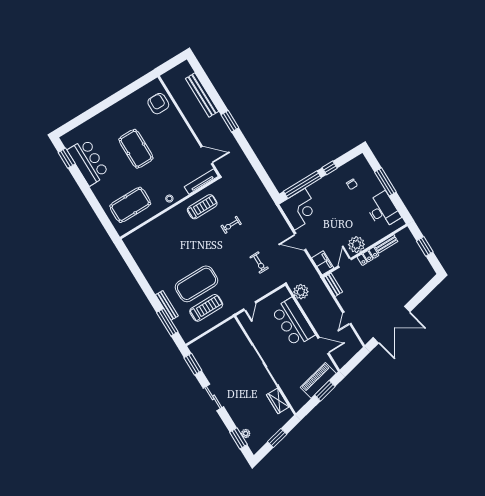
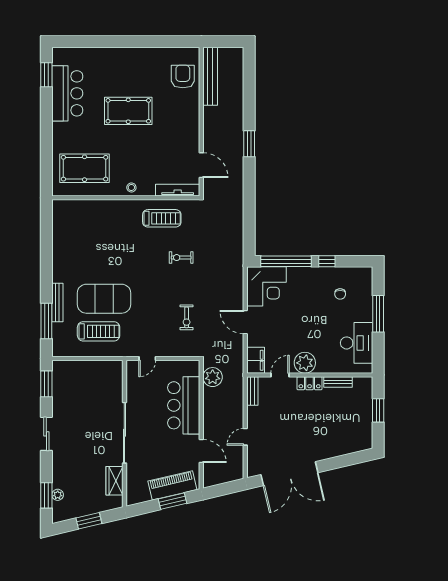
bench: (202, 95) -> (210, 76), moved
pool table: (136, 149) -> (128, 111), turned 90

